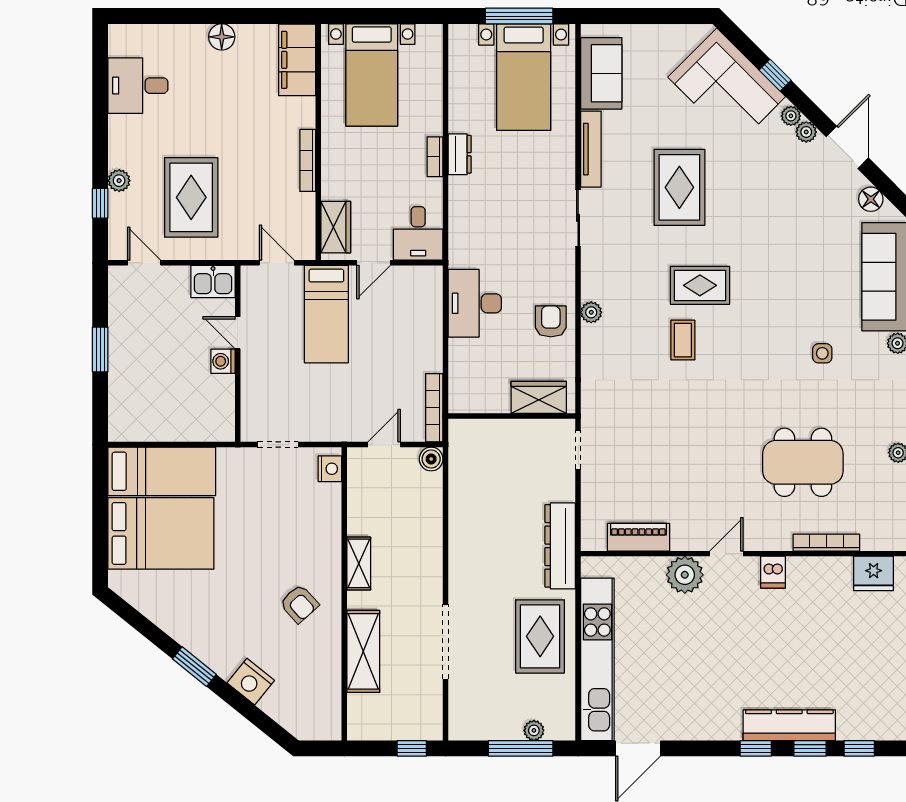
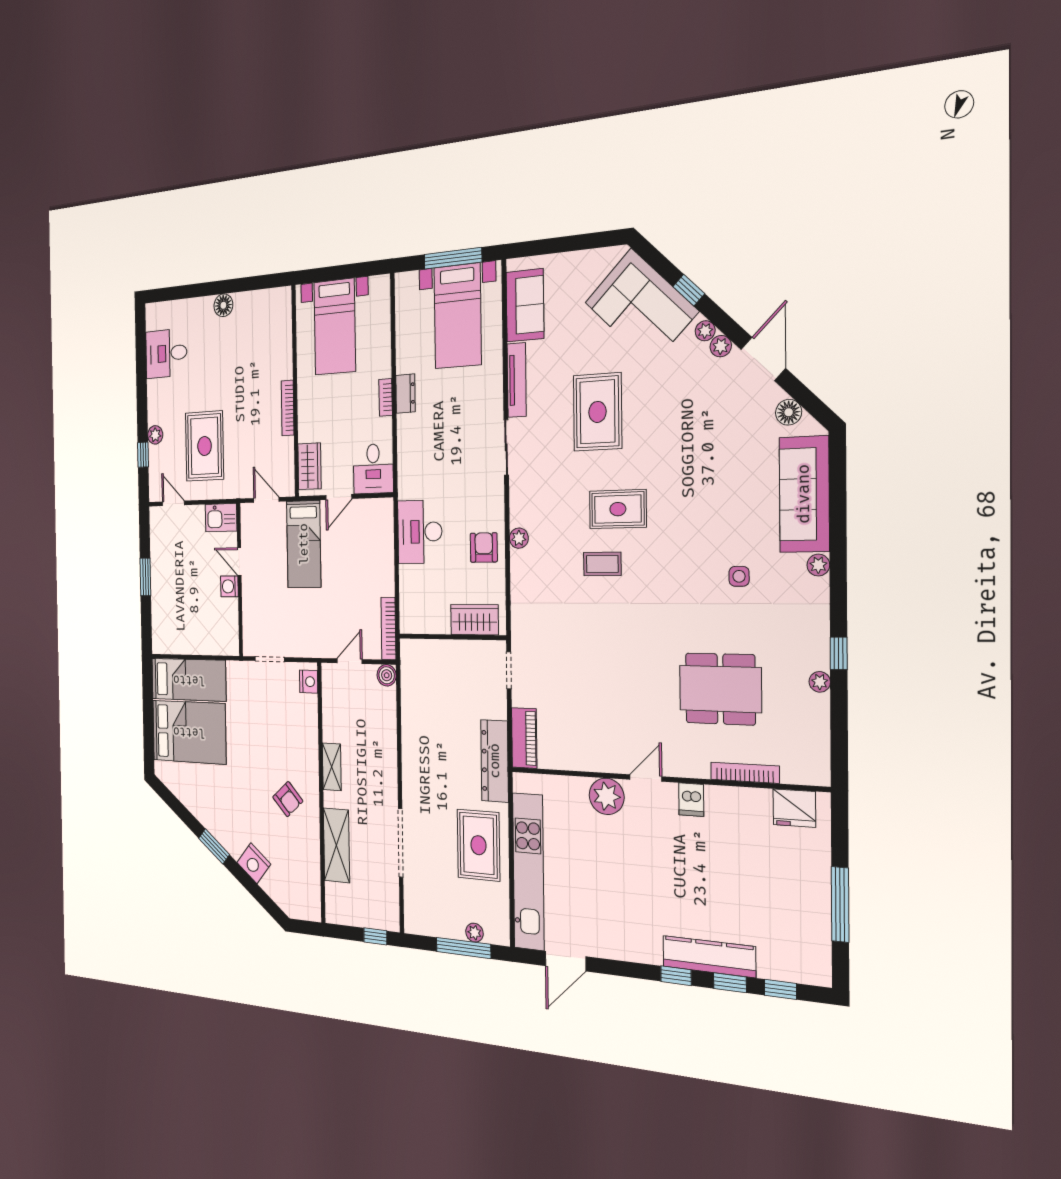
filing cabinet: (297, 60) -> (278, 319), removed
coffee table: (683, 340) -> (602, 564), turned 90
piano: (638, 537) -> (524, 738), moved, turned 90

